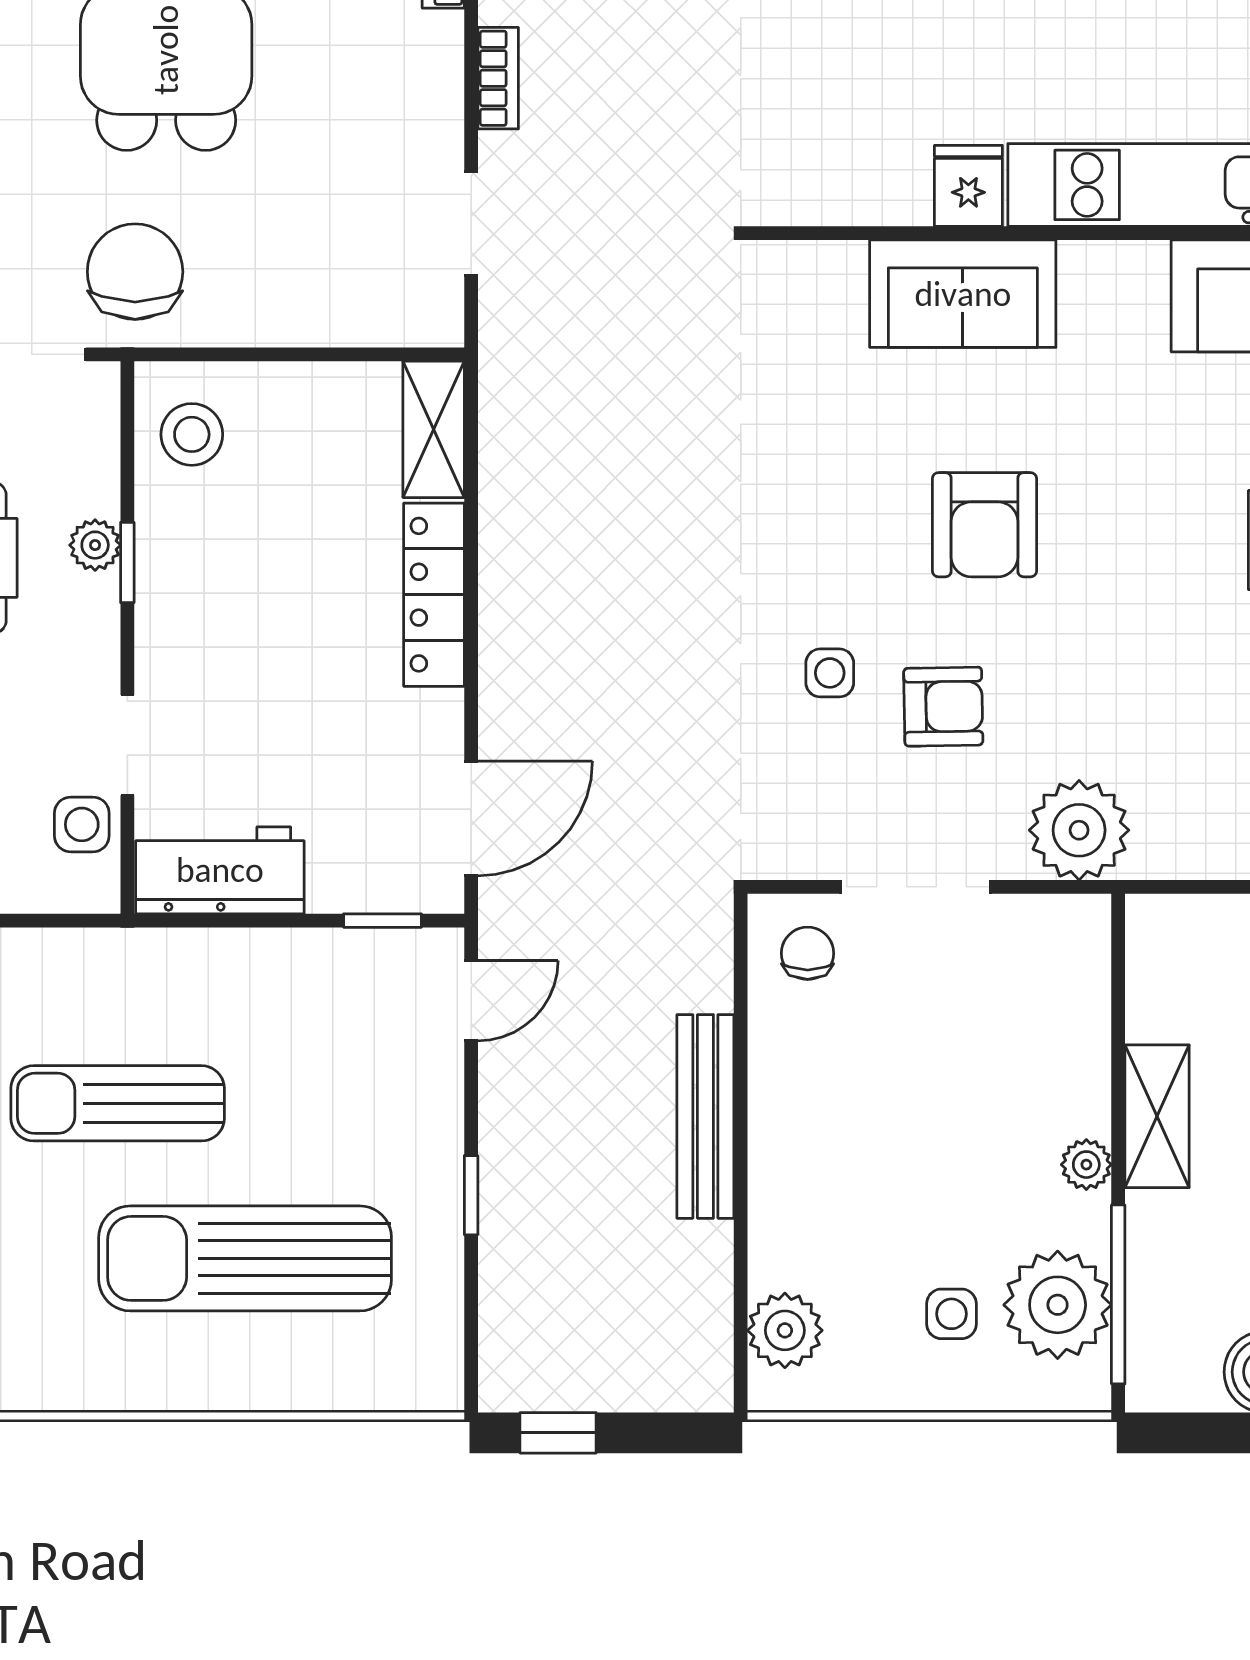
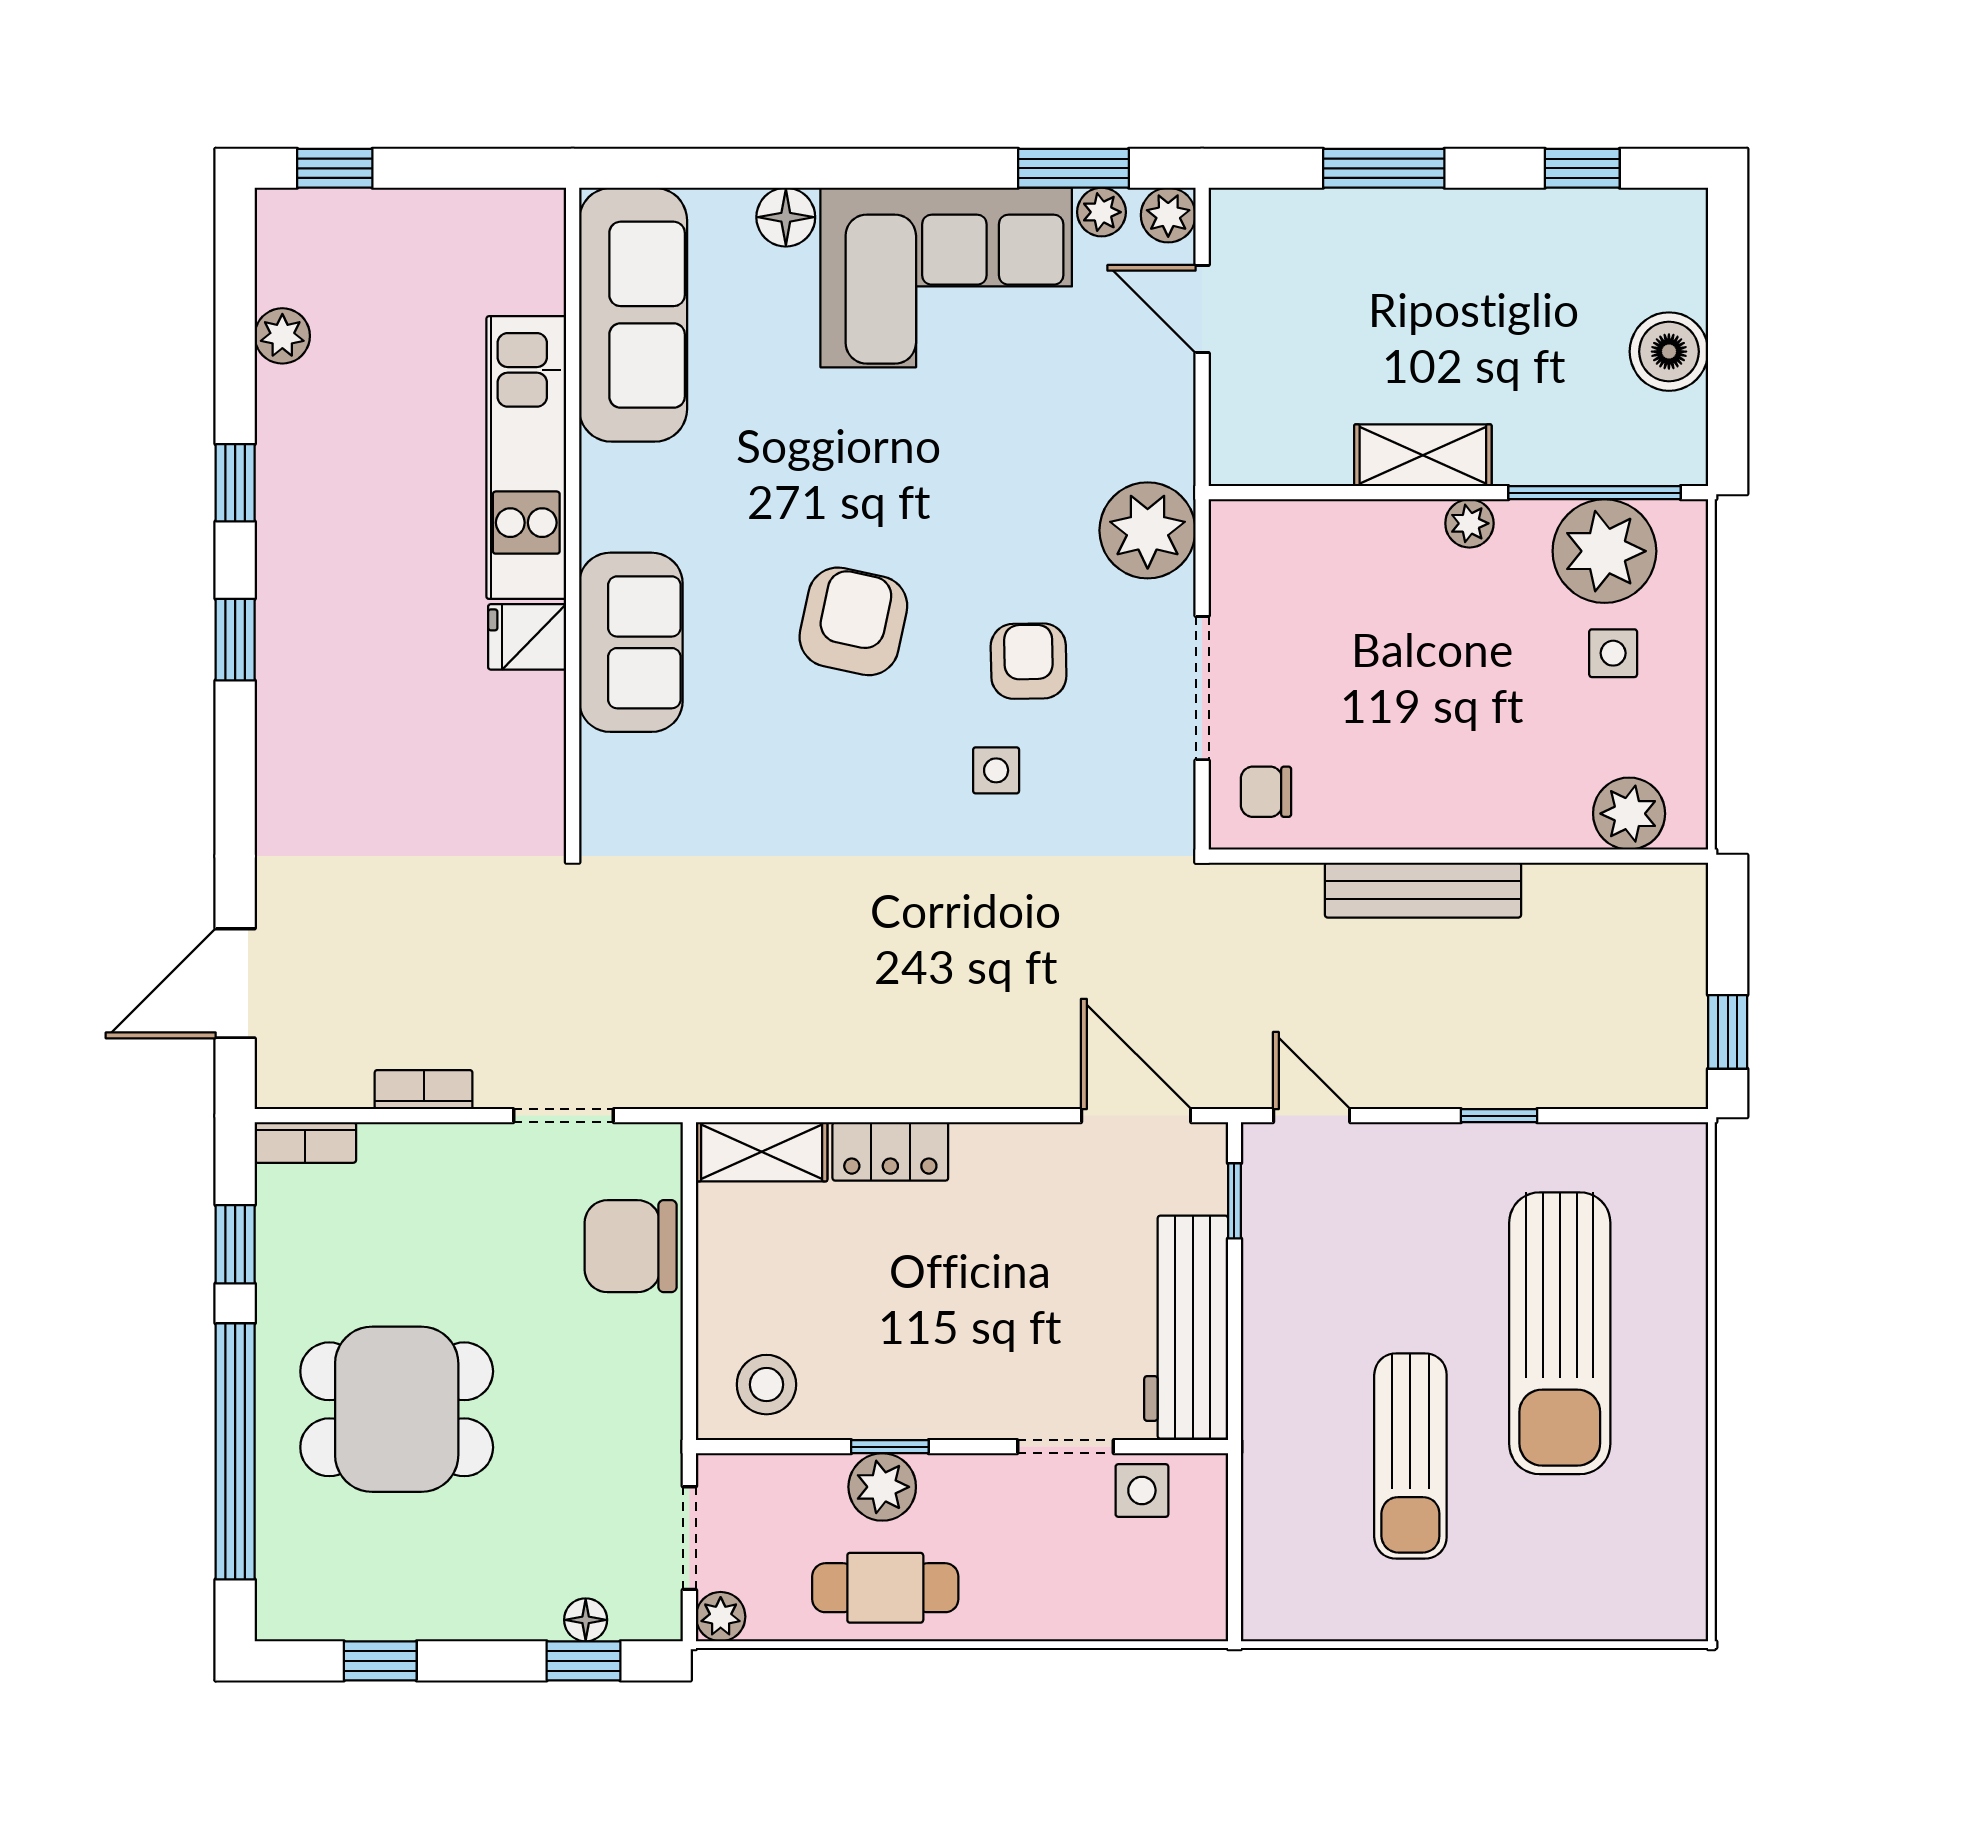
chair: (135, 272) -> (631, 1246), moved
armchair: (985, 525) -> (853, 621), turned -78
plant: (95, 545) -> (882, 1487), width x1.38, depth x1.38
locker: (434, 595) -> (890, 1151), width x0.66
workbench: (220, 870) -> (1186, 1327), width x1.38

